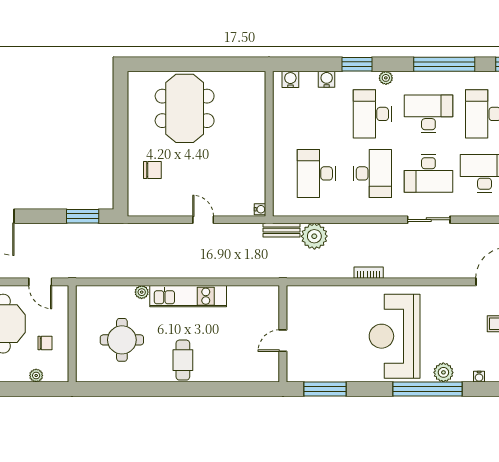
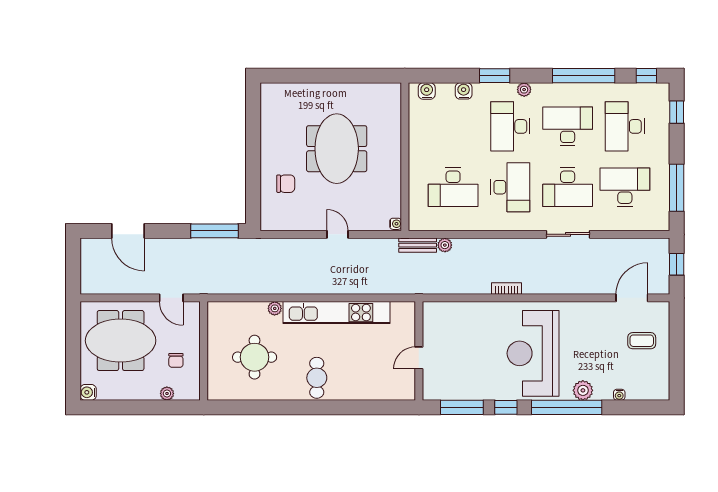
meeting table: (185, 108) -> (337, 149), moved
desk: (316, 173) -> (453, 187), turned -90
window: (83, 216) -> (214, 231), width x1.44
plant: (314, 236) -> (445, 245), width x0.53, depth x0.53
kitchen unit: (188, 296) -> (336, 313), width x1.36
chair: (45, 343) -> (176, 360), turned 90
window: (368, 389) -> (506, 407), added

